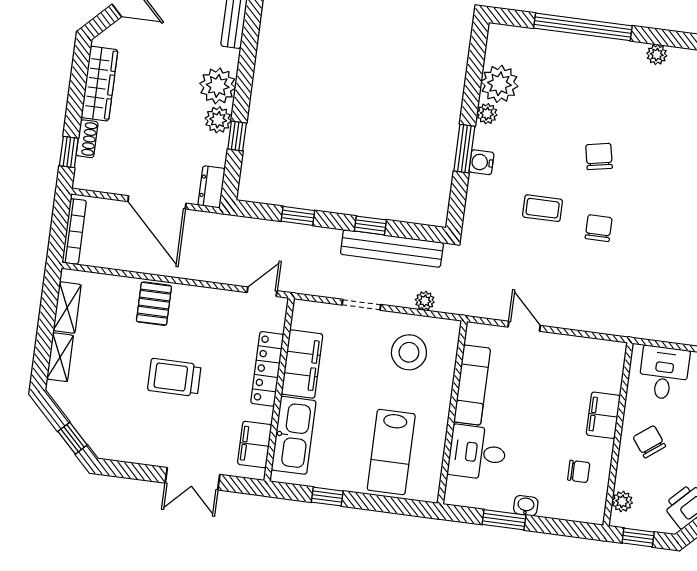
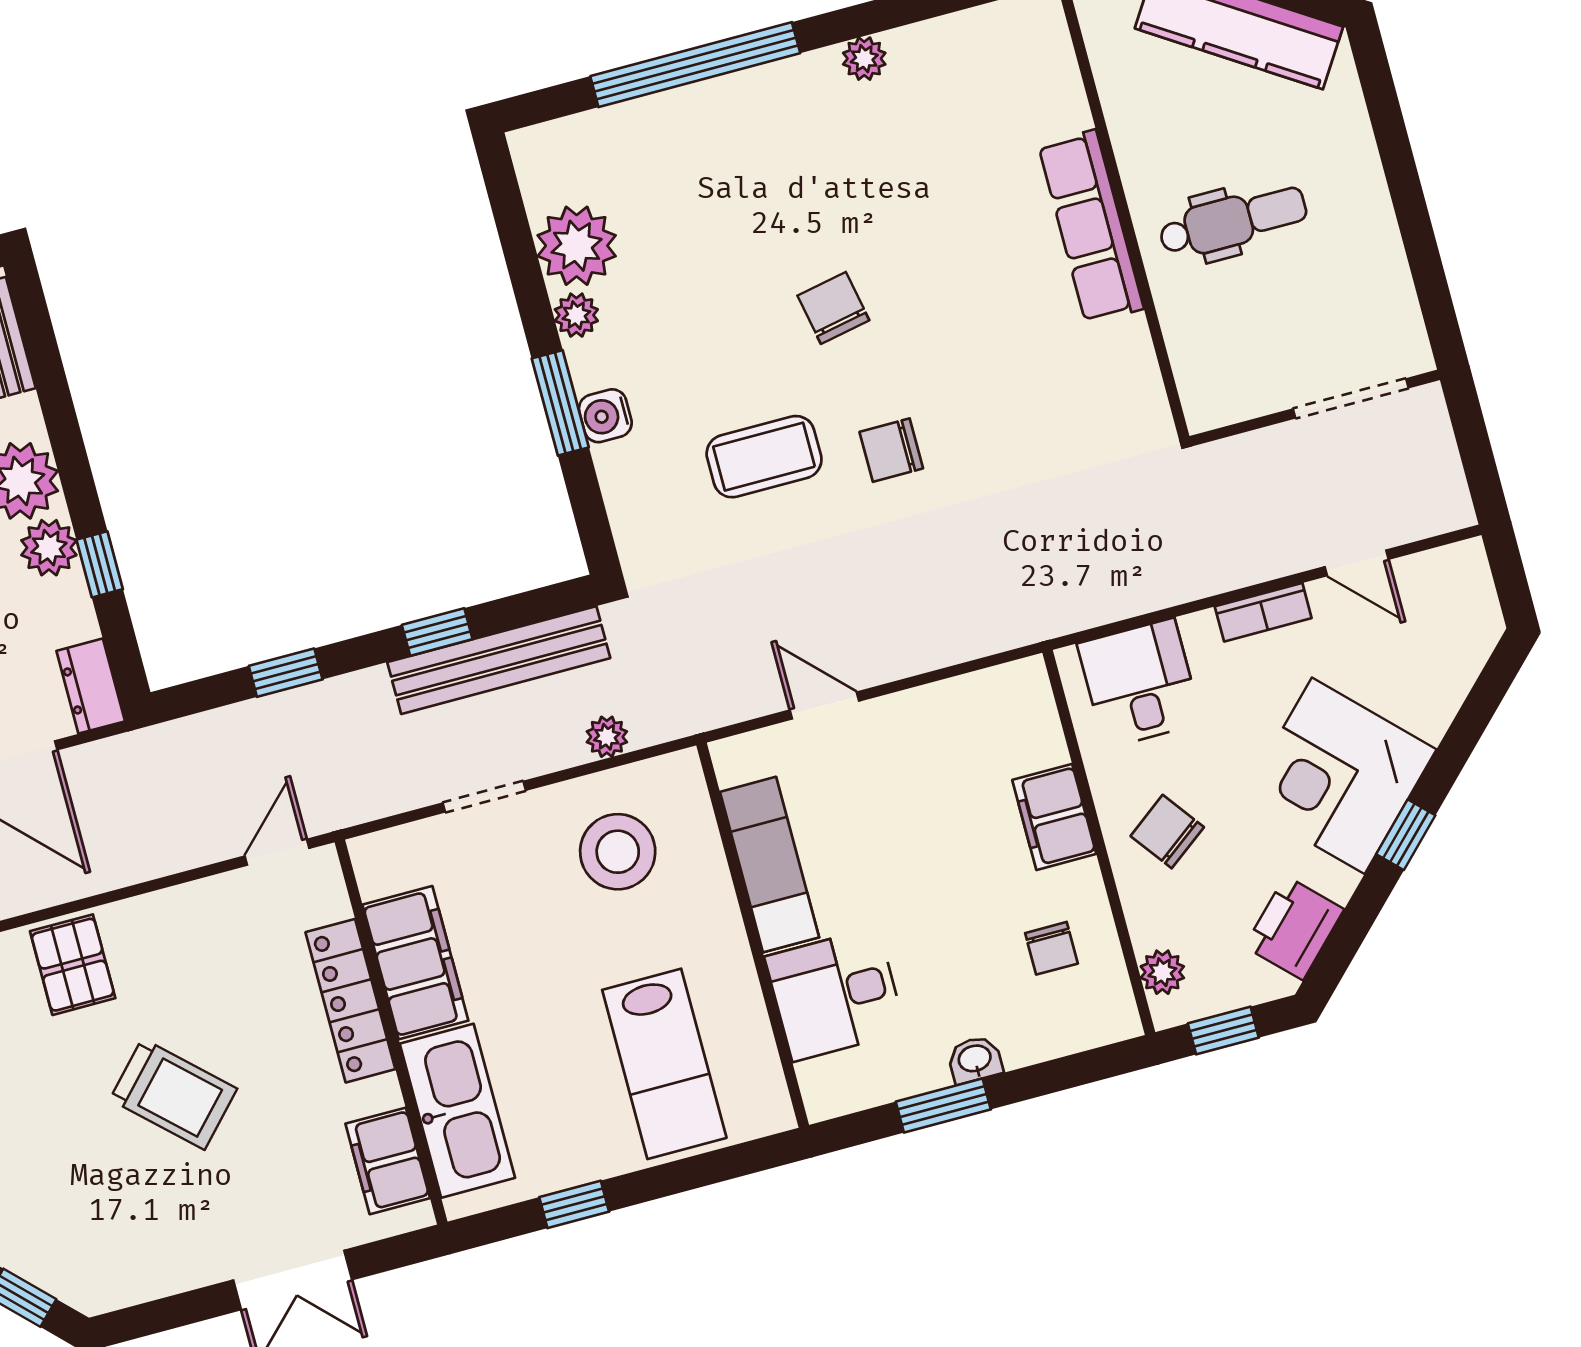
coffee table: (543, 208) -> (764, 457), width x1.36, depth x1.30
chair: (599, 228) -> (891, 450), turned -90
trolley: (174, 377) -> (173, 1094), turned -137
chair: (579, 471) -> (1051, 948), turned 90

